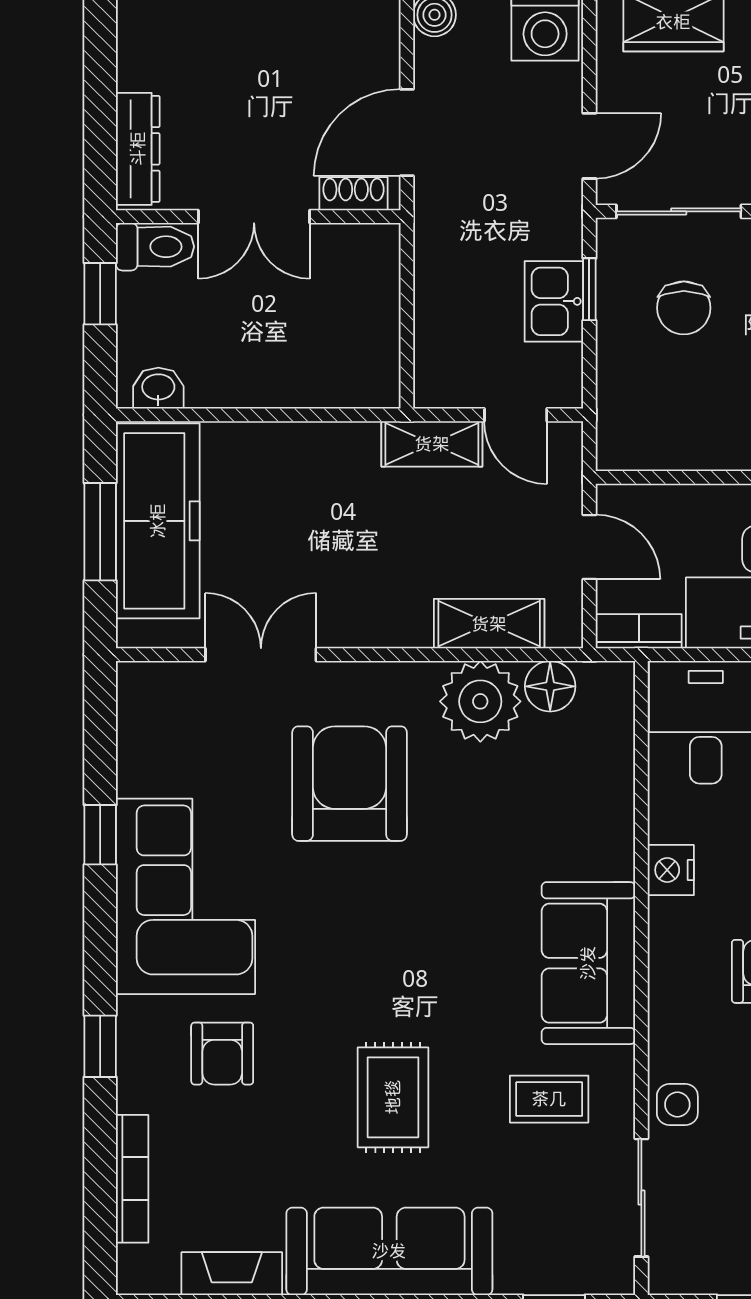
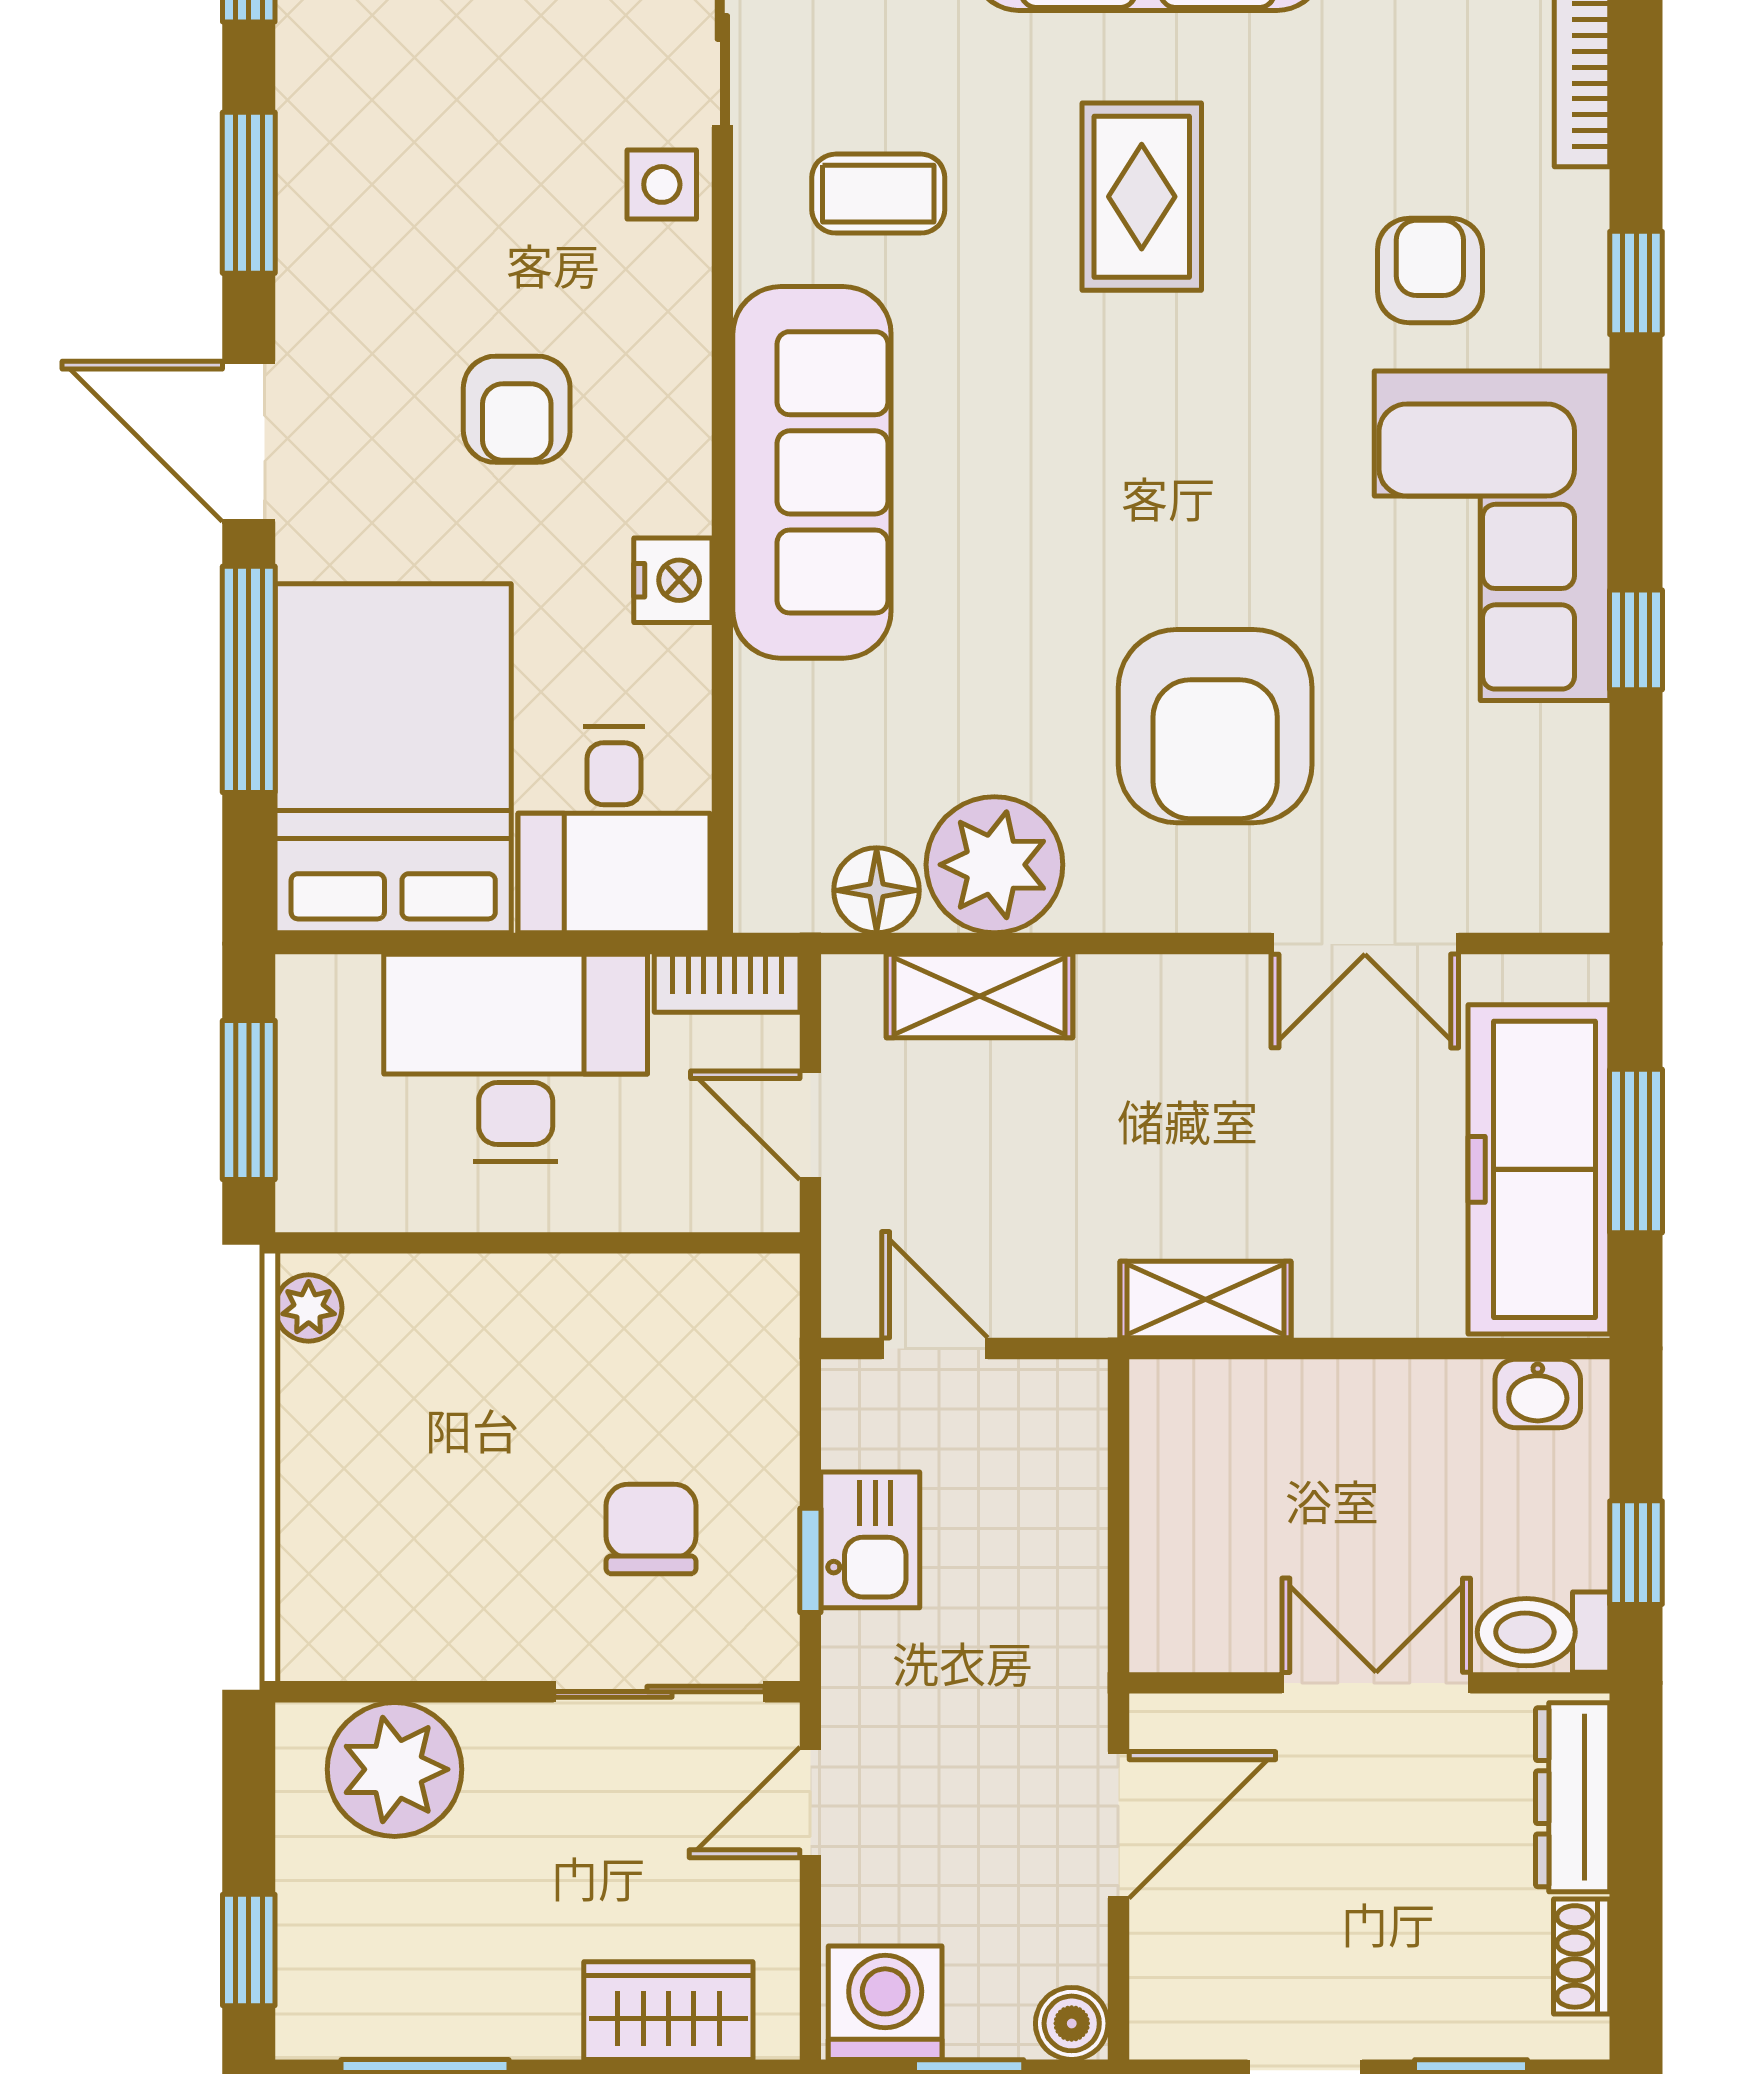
shoe rack: (353, 194) -> (1582, 1956), moved, turned 90
shelving: (432, 444) -> (1206, 1299), moved
sofa: (588, 963) -> (812, 472), width x1.36

